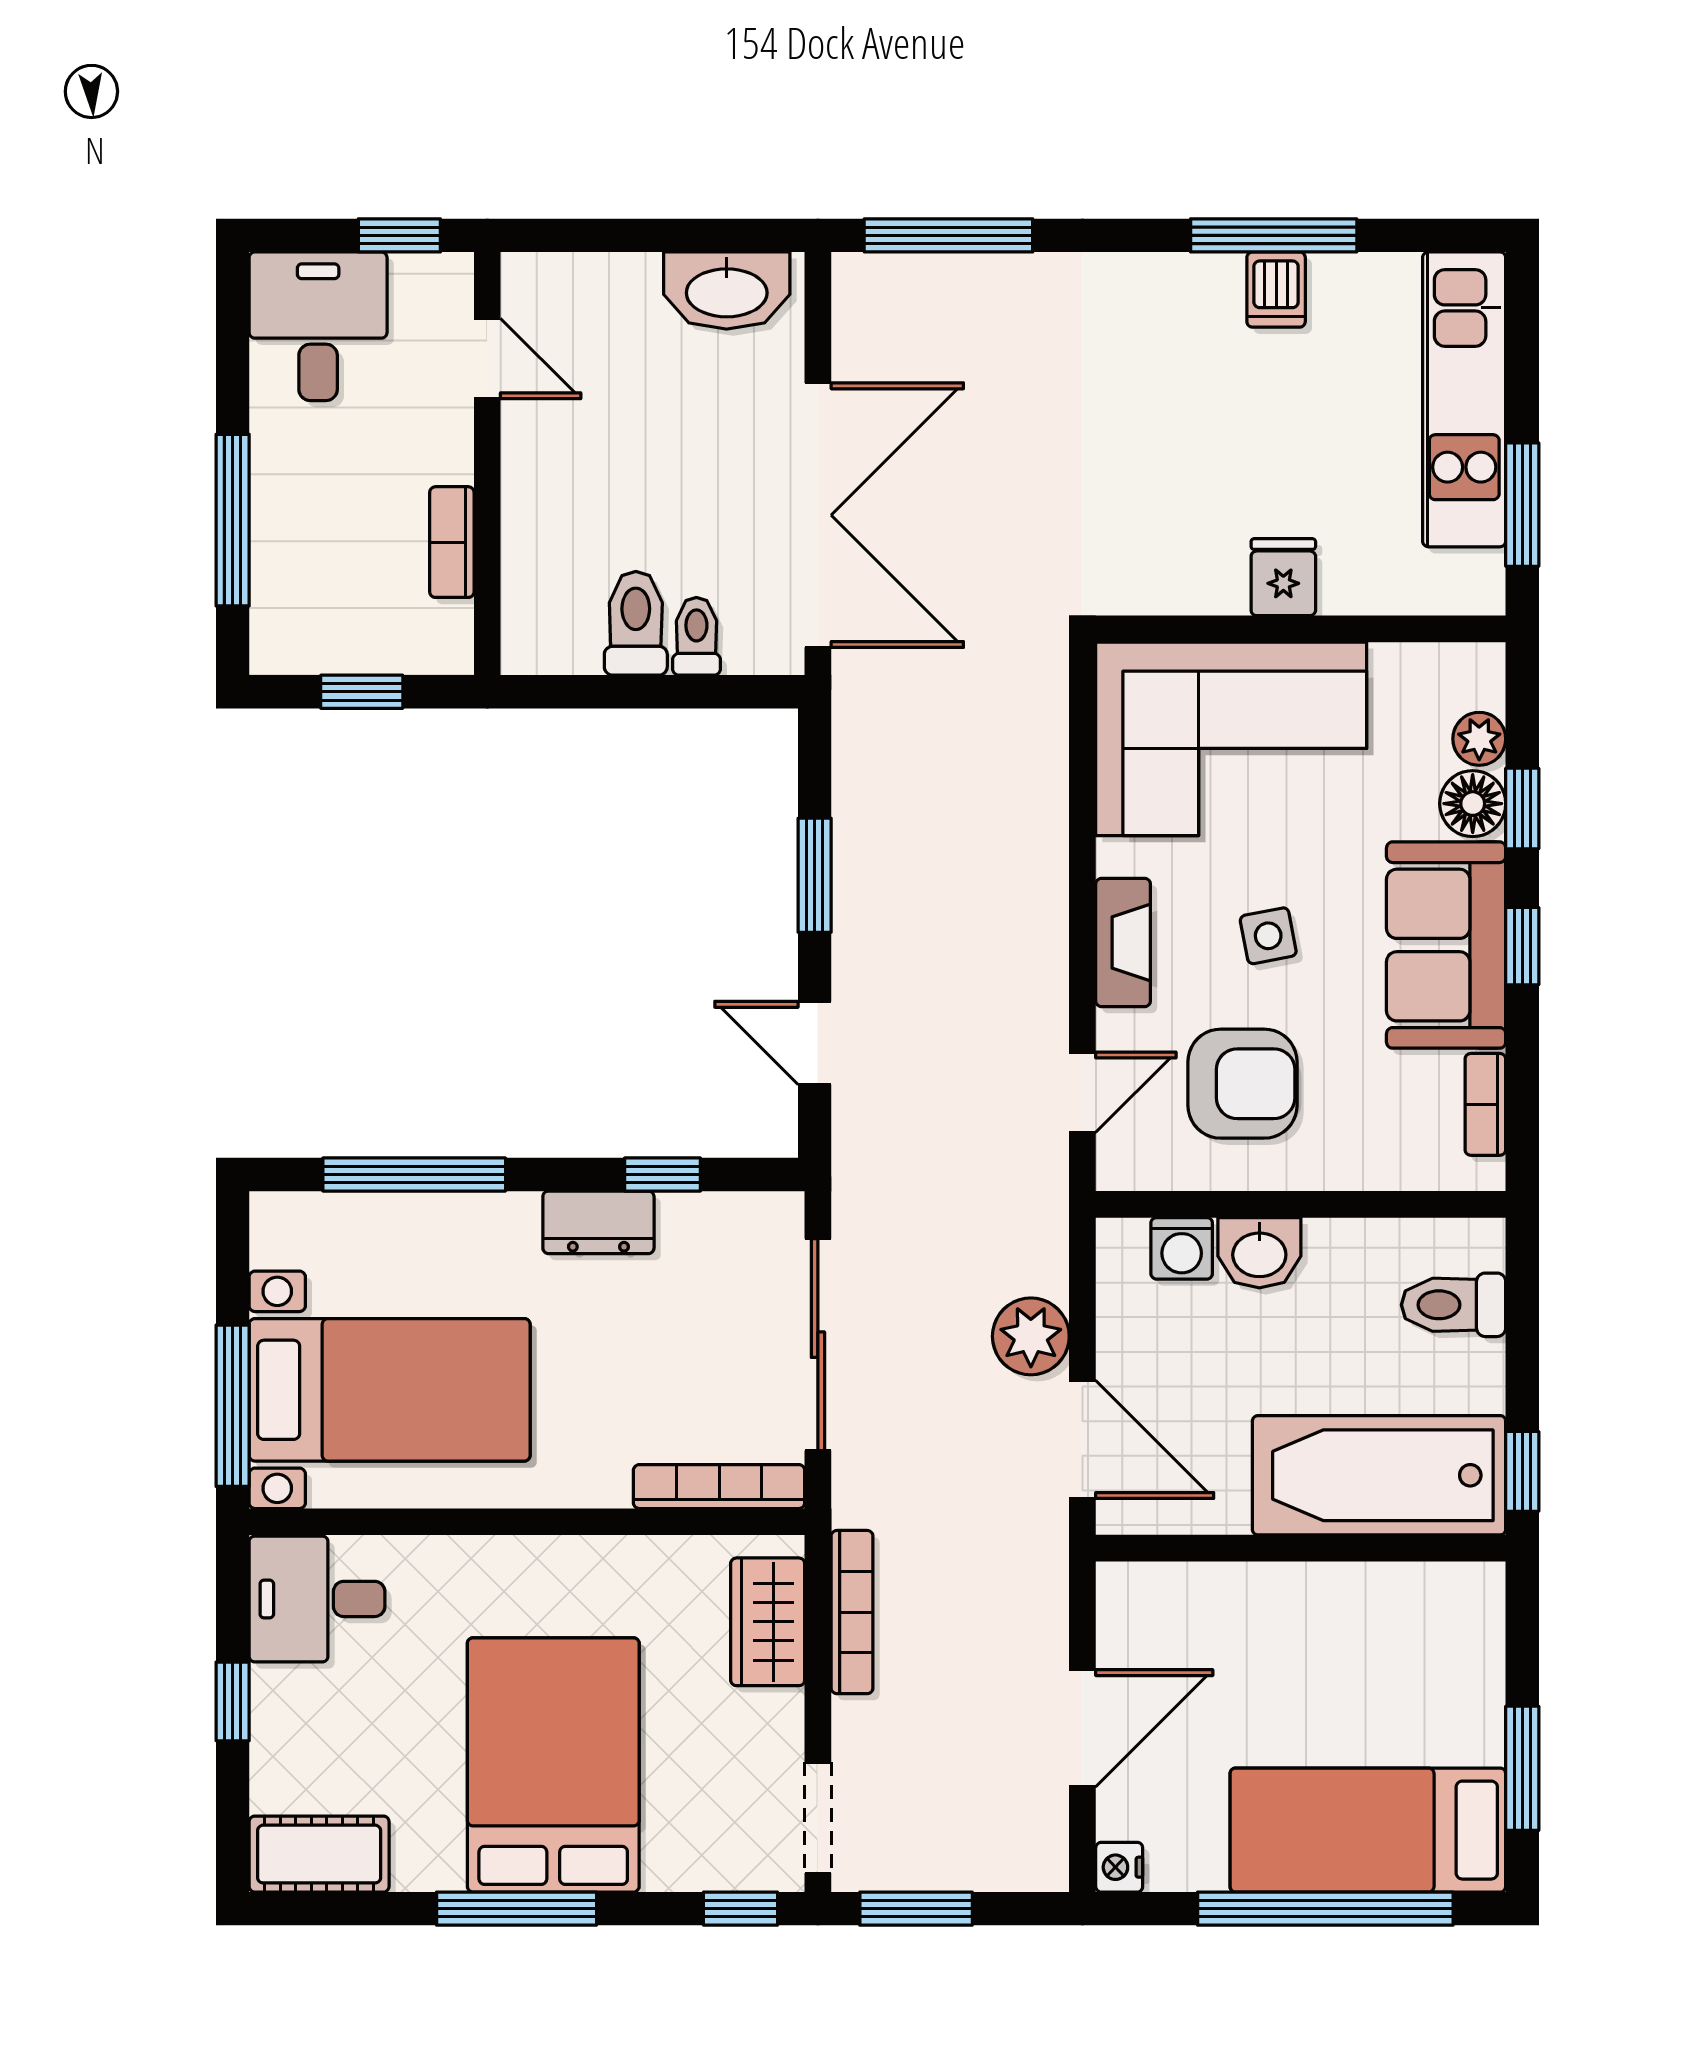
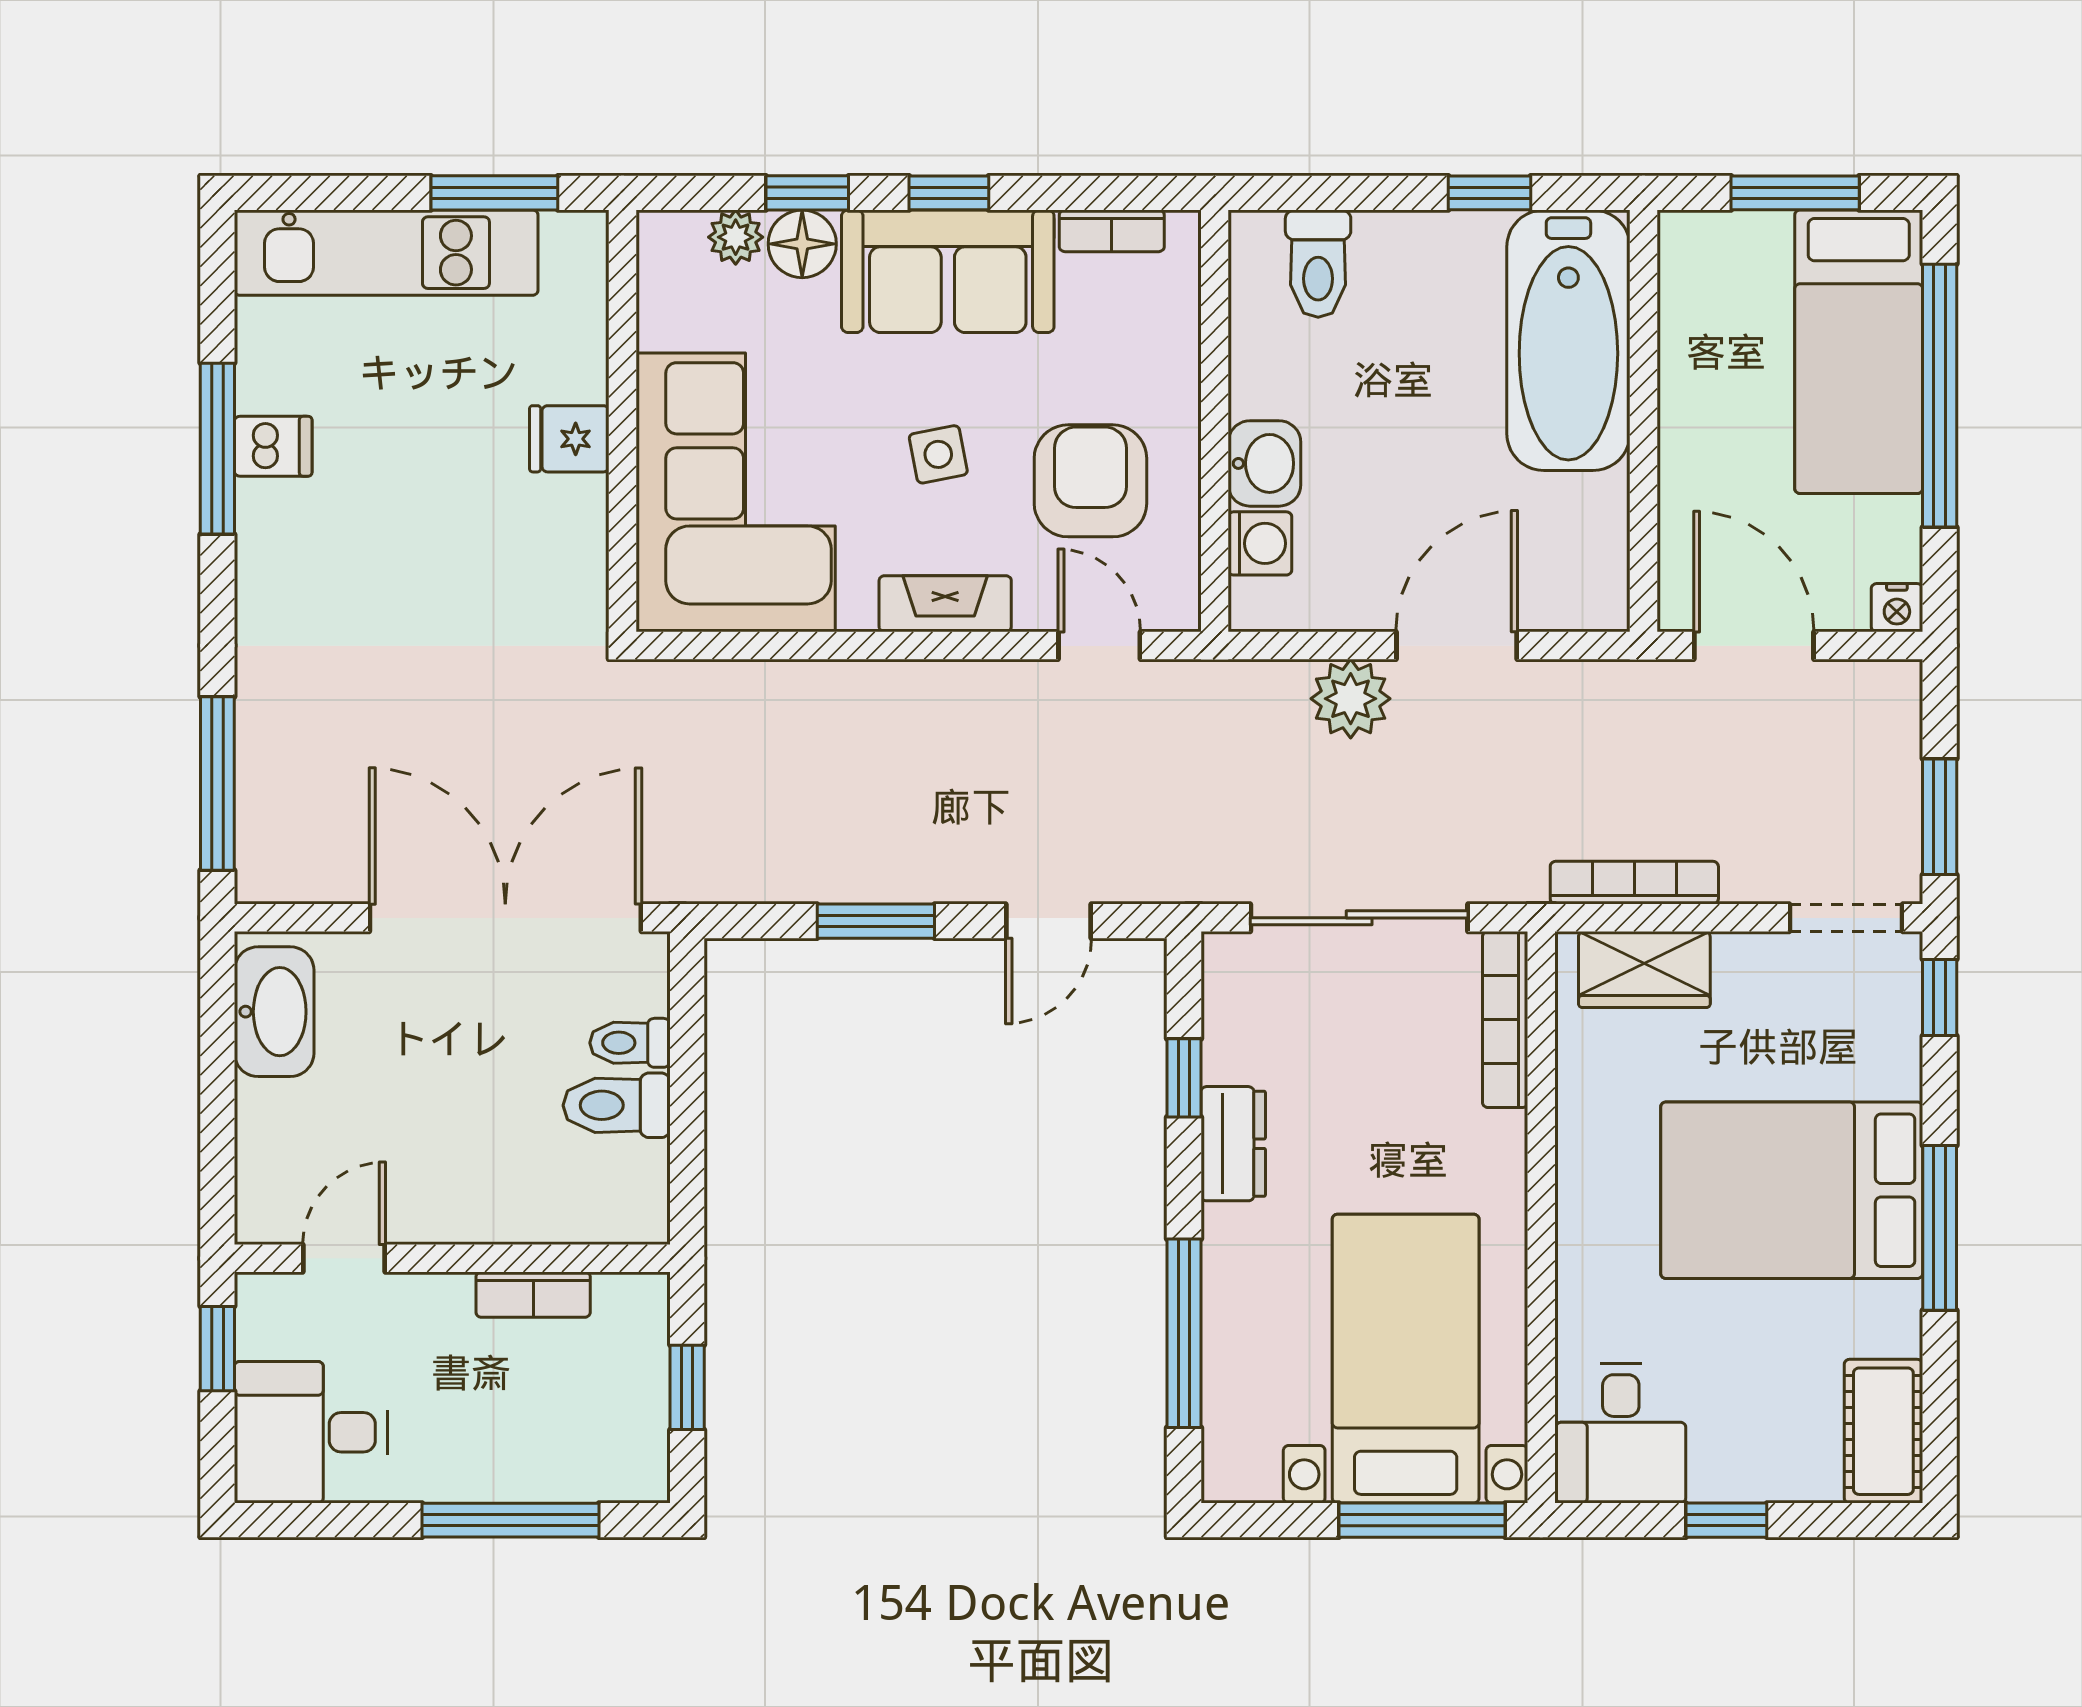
bathtub: (1379, 1475) -> (1568, 340), moved
wall: (1301, 1548) -> (1643, 421), moved

